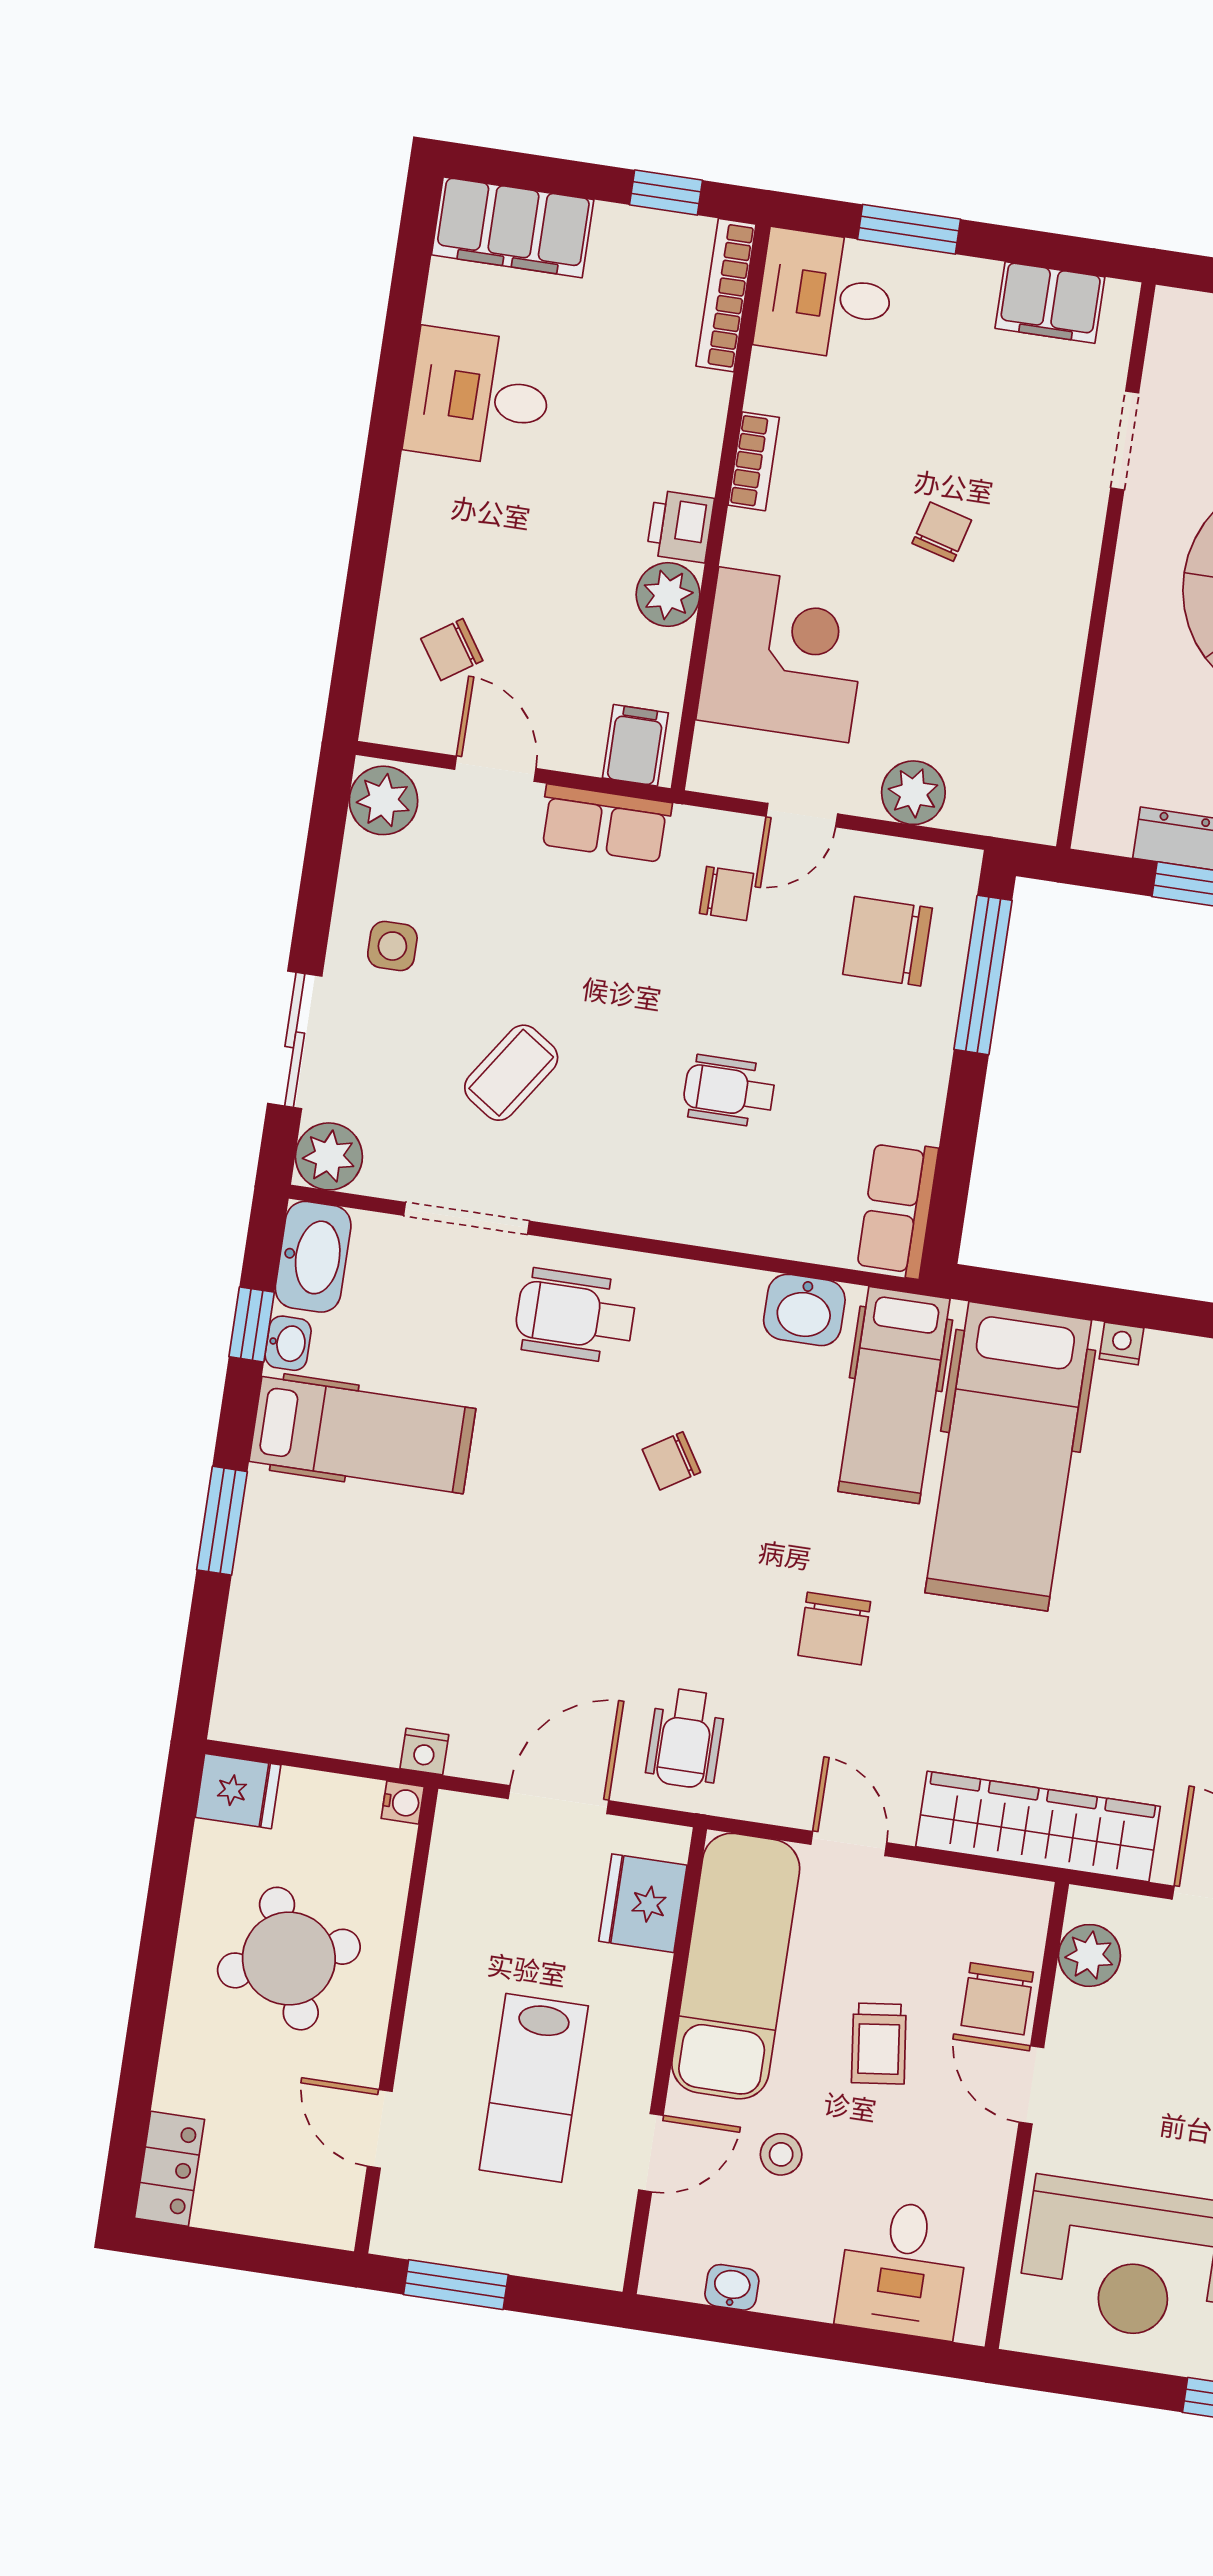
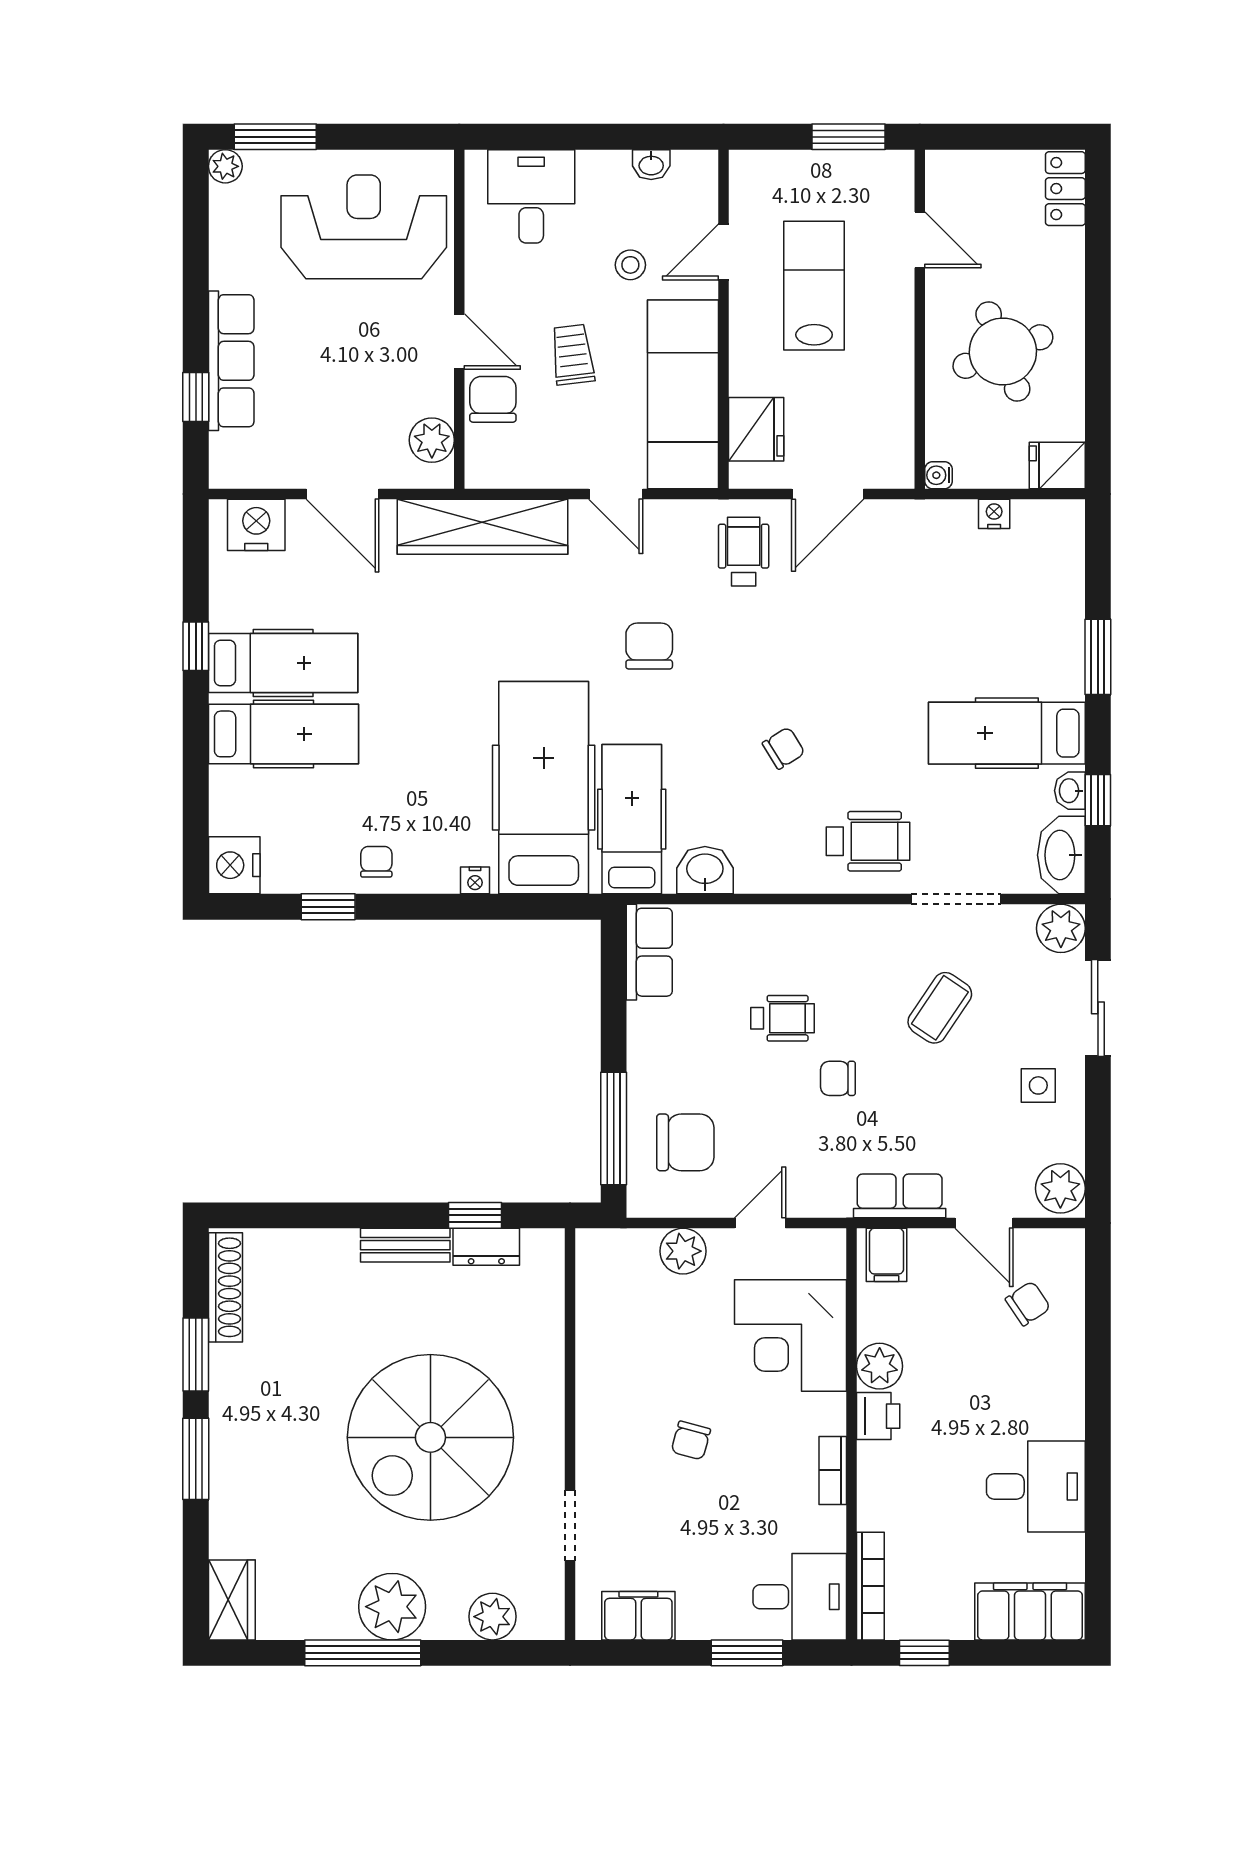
chair: (727, 893) -> (838, 1078), moved
nightstand: (424, 1752) -> (994, 514), moved

